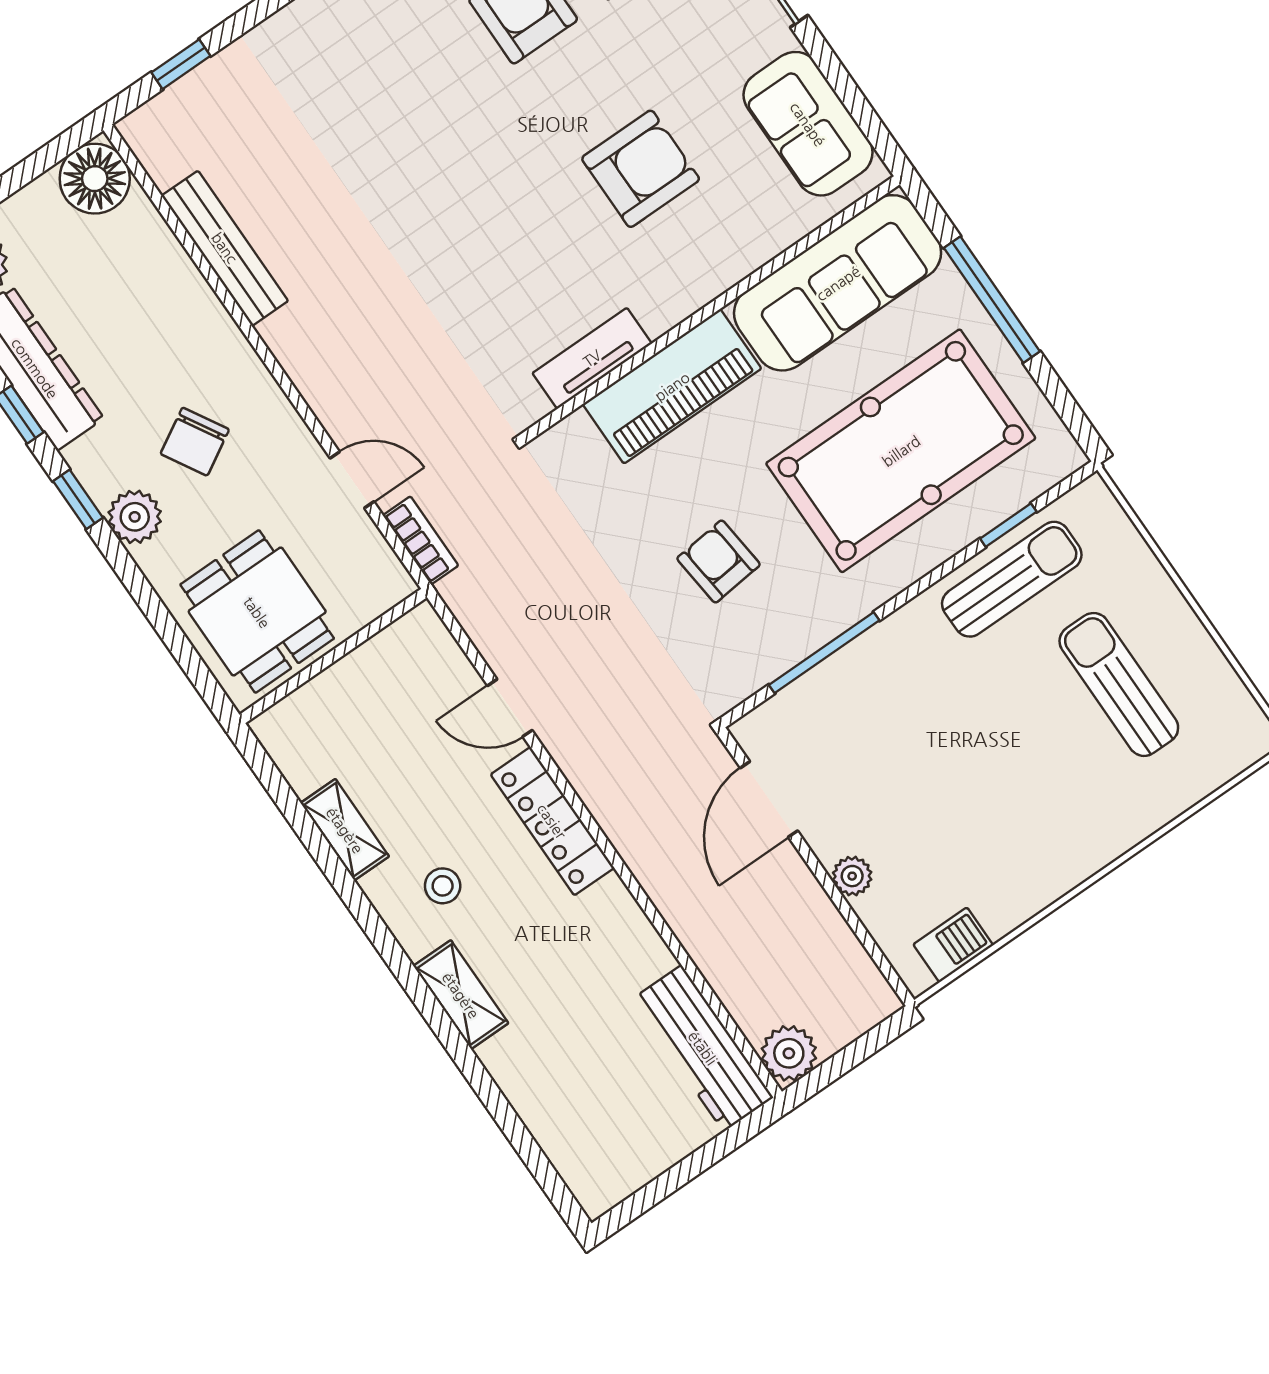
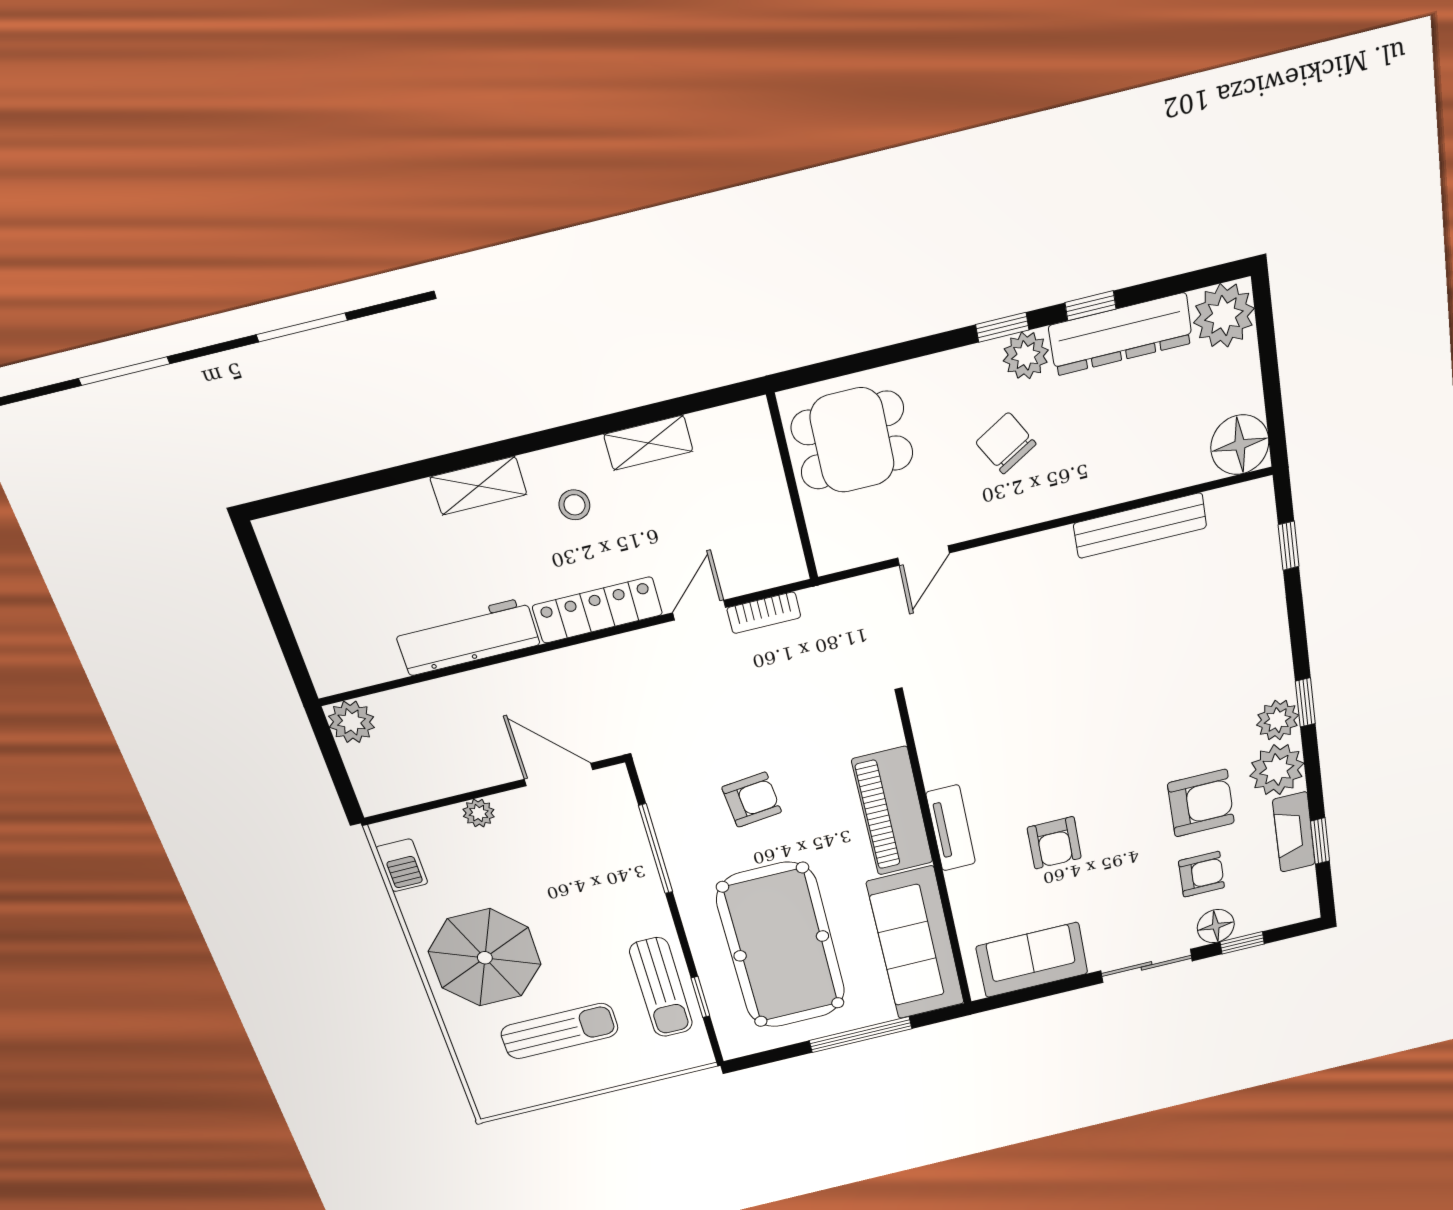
armchair: (641, 169) -> (1054, 843), width x0.72, depth x0.72
tv unit: (592, 358) -> (951, 828), moved
plant: (135, 517) -> (1026, 356), moved
bookcase: (421, 540) -> (764, 613), moved
parasol: (1045, 809) -> (485, 958), added
workbench: (703, 1048) -> (467, 637), moved

